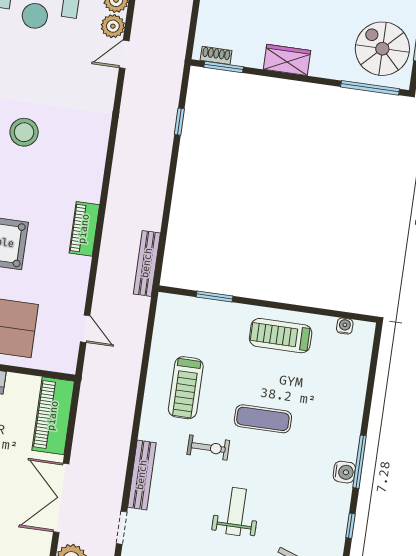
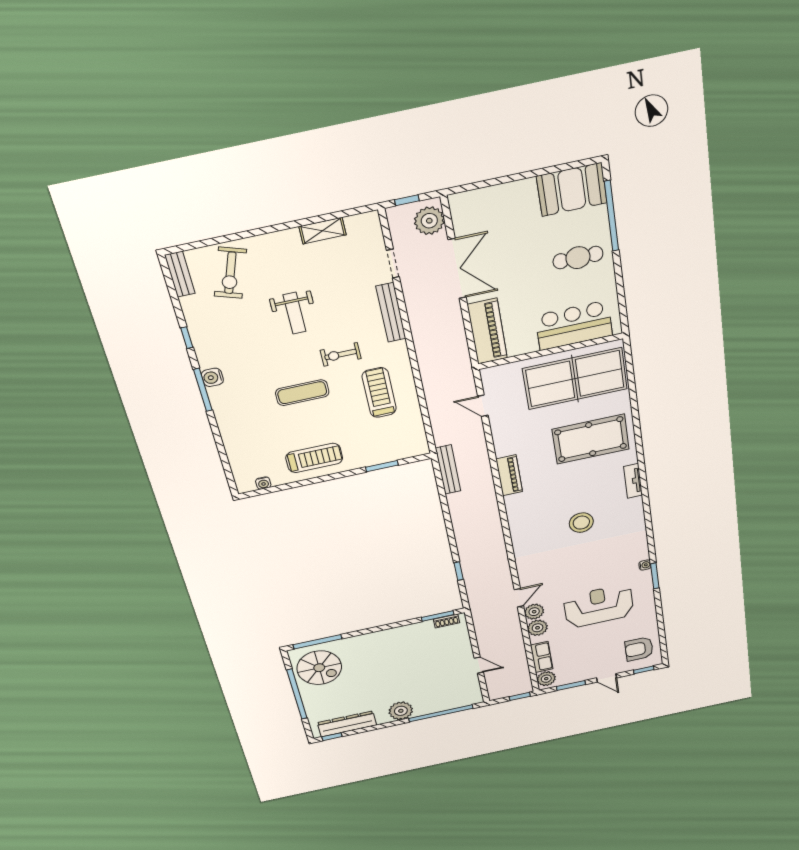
wardrobe: (287, 60) -> (390, 637), removed

